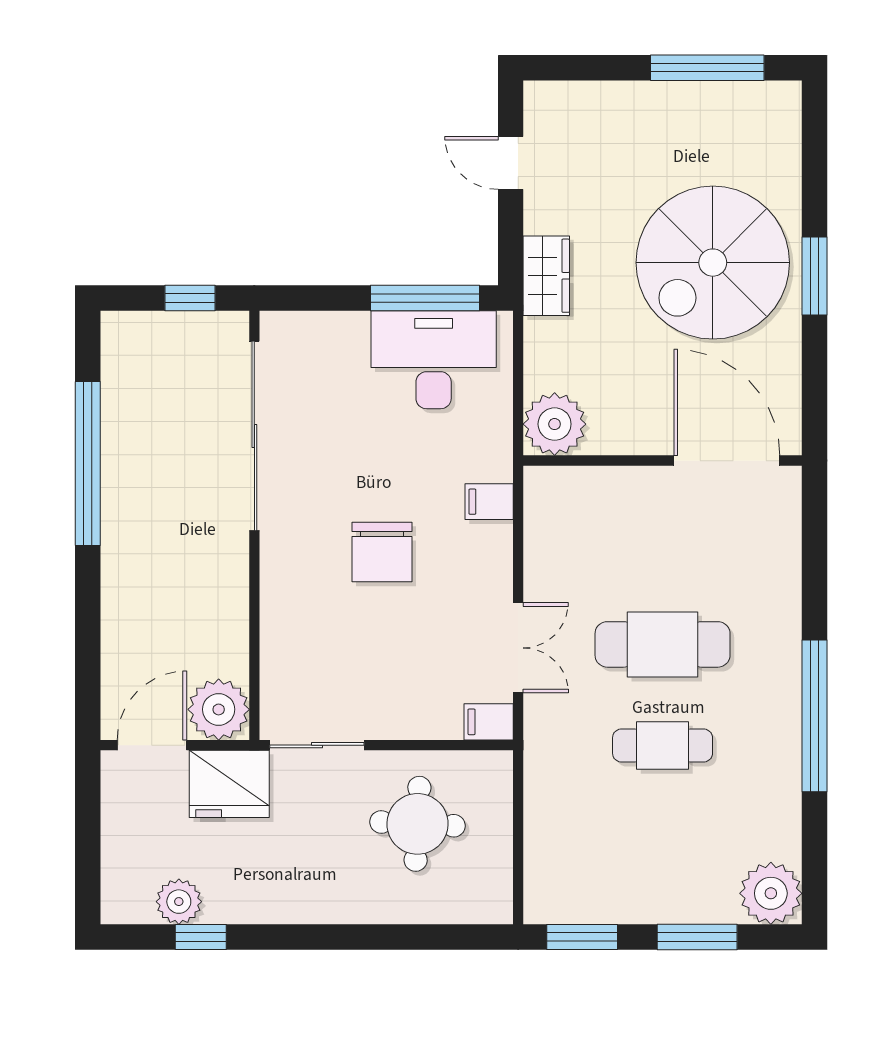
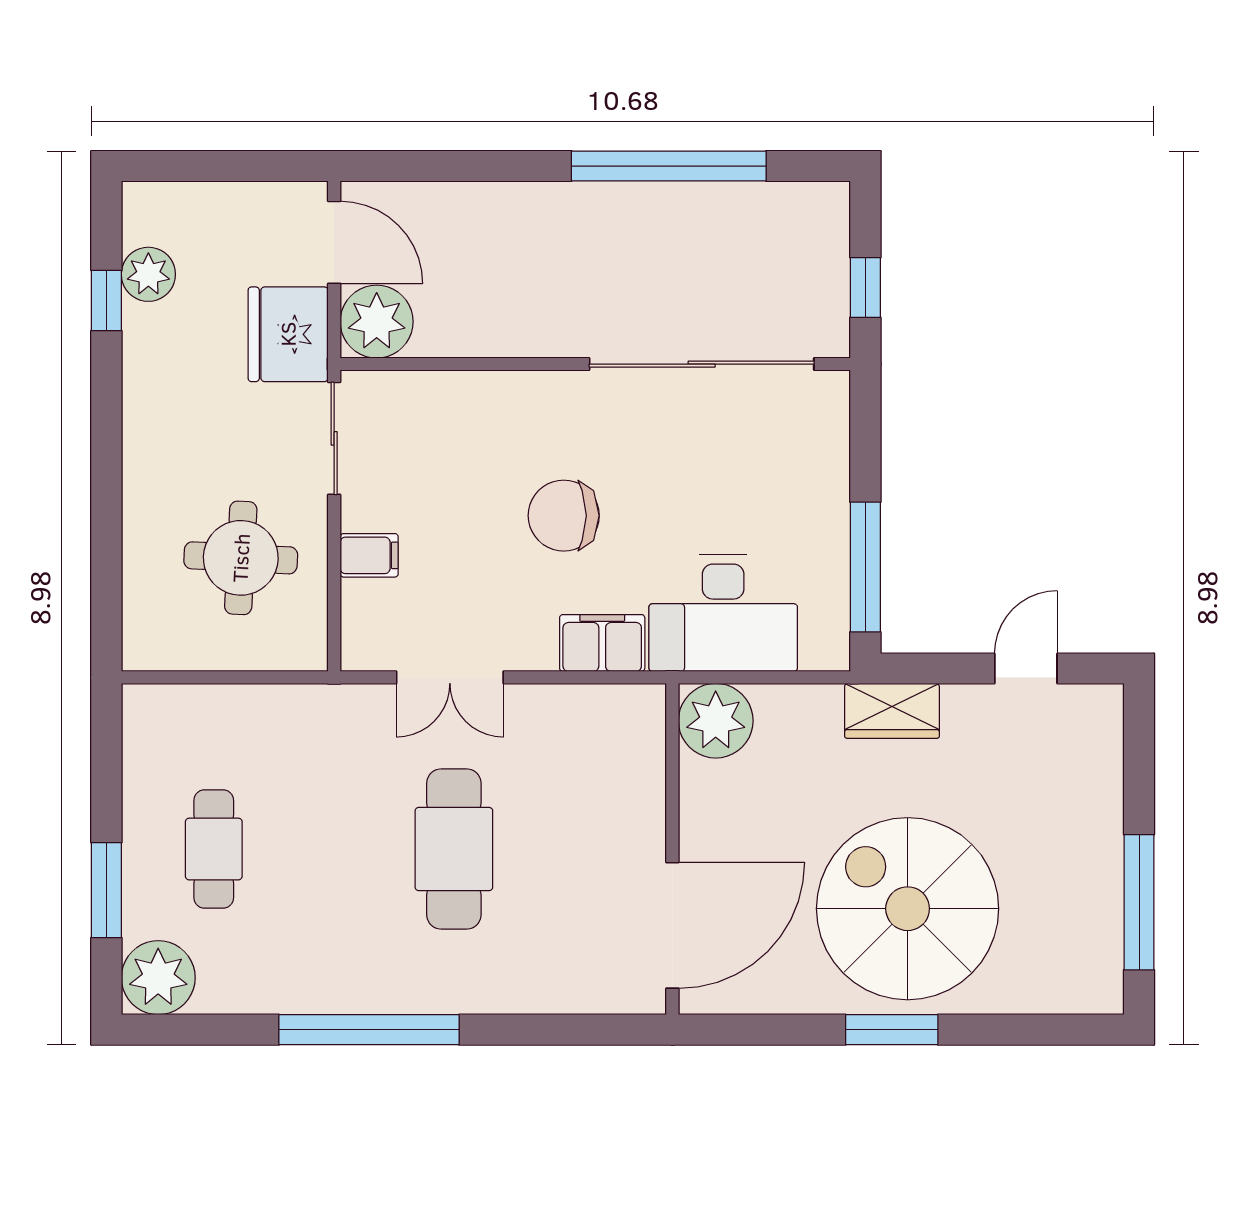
desk: (434, 360) -> (723, 613), moved, turned 90
filing cabinet: (489, 502) -> (602, 643), width x2.00
filing cabinet: (489, 722) -> (369, 555), moved, turned 90
cafe table: (663, 746) -> (214, 849), moved
window: (582, 937) -> (106, 753), removed

